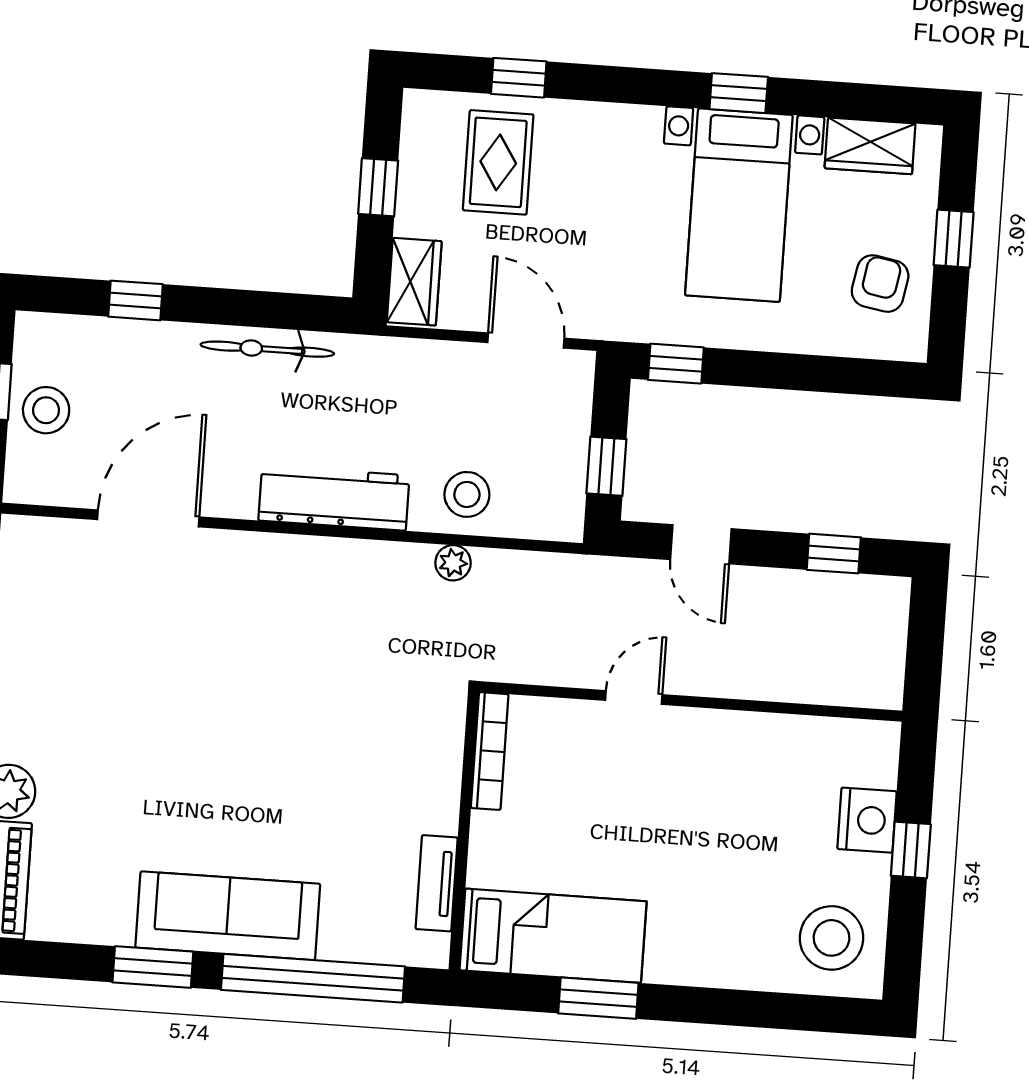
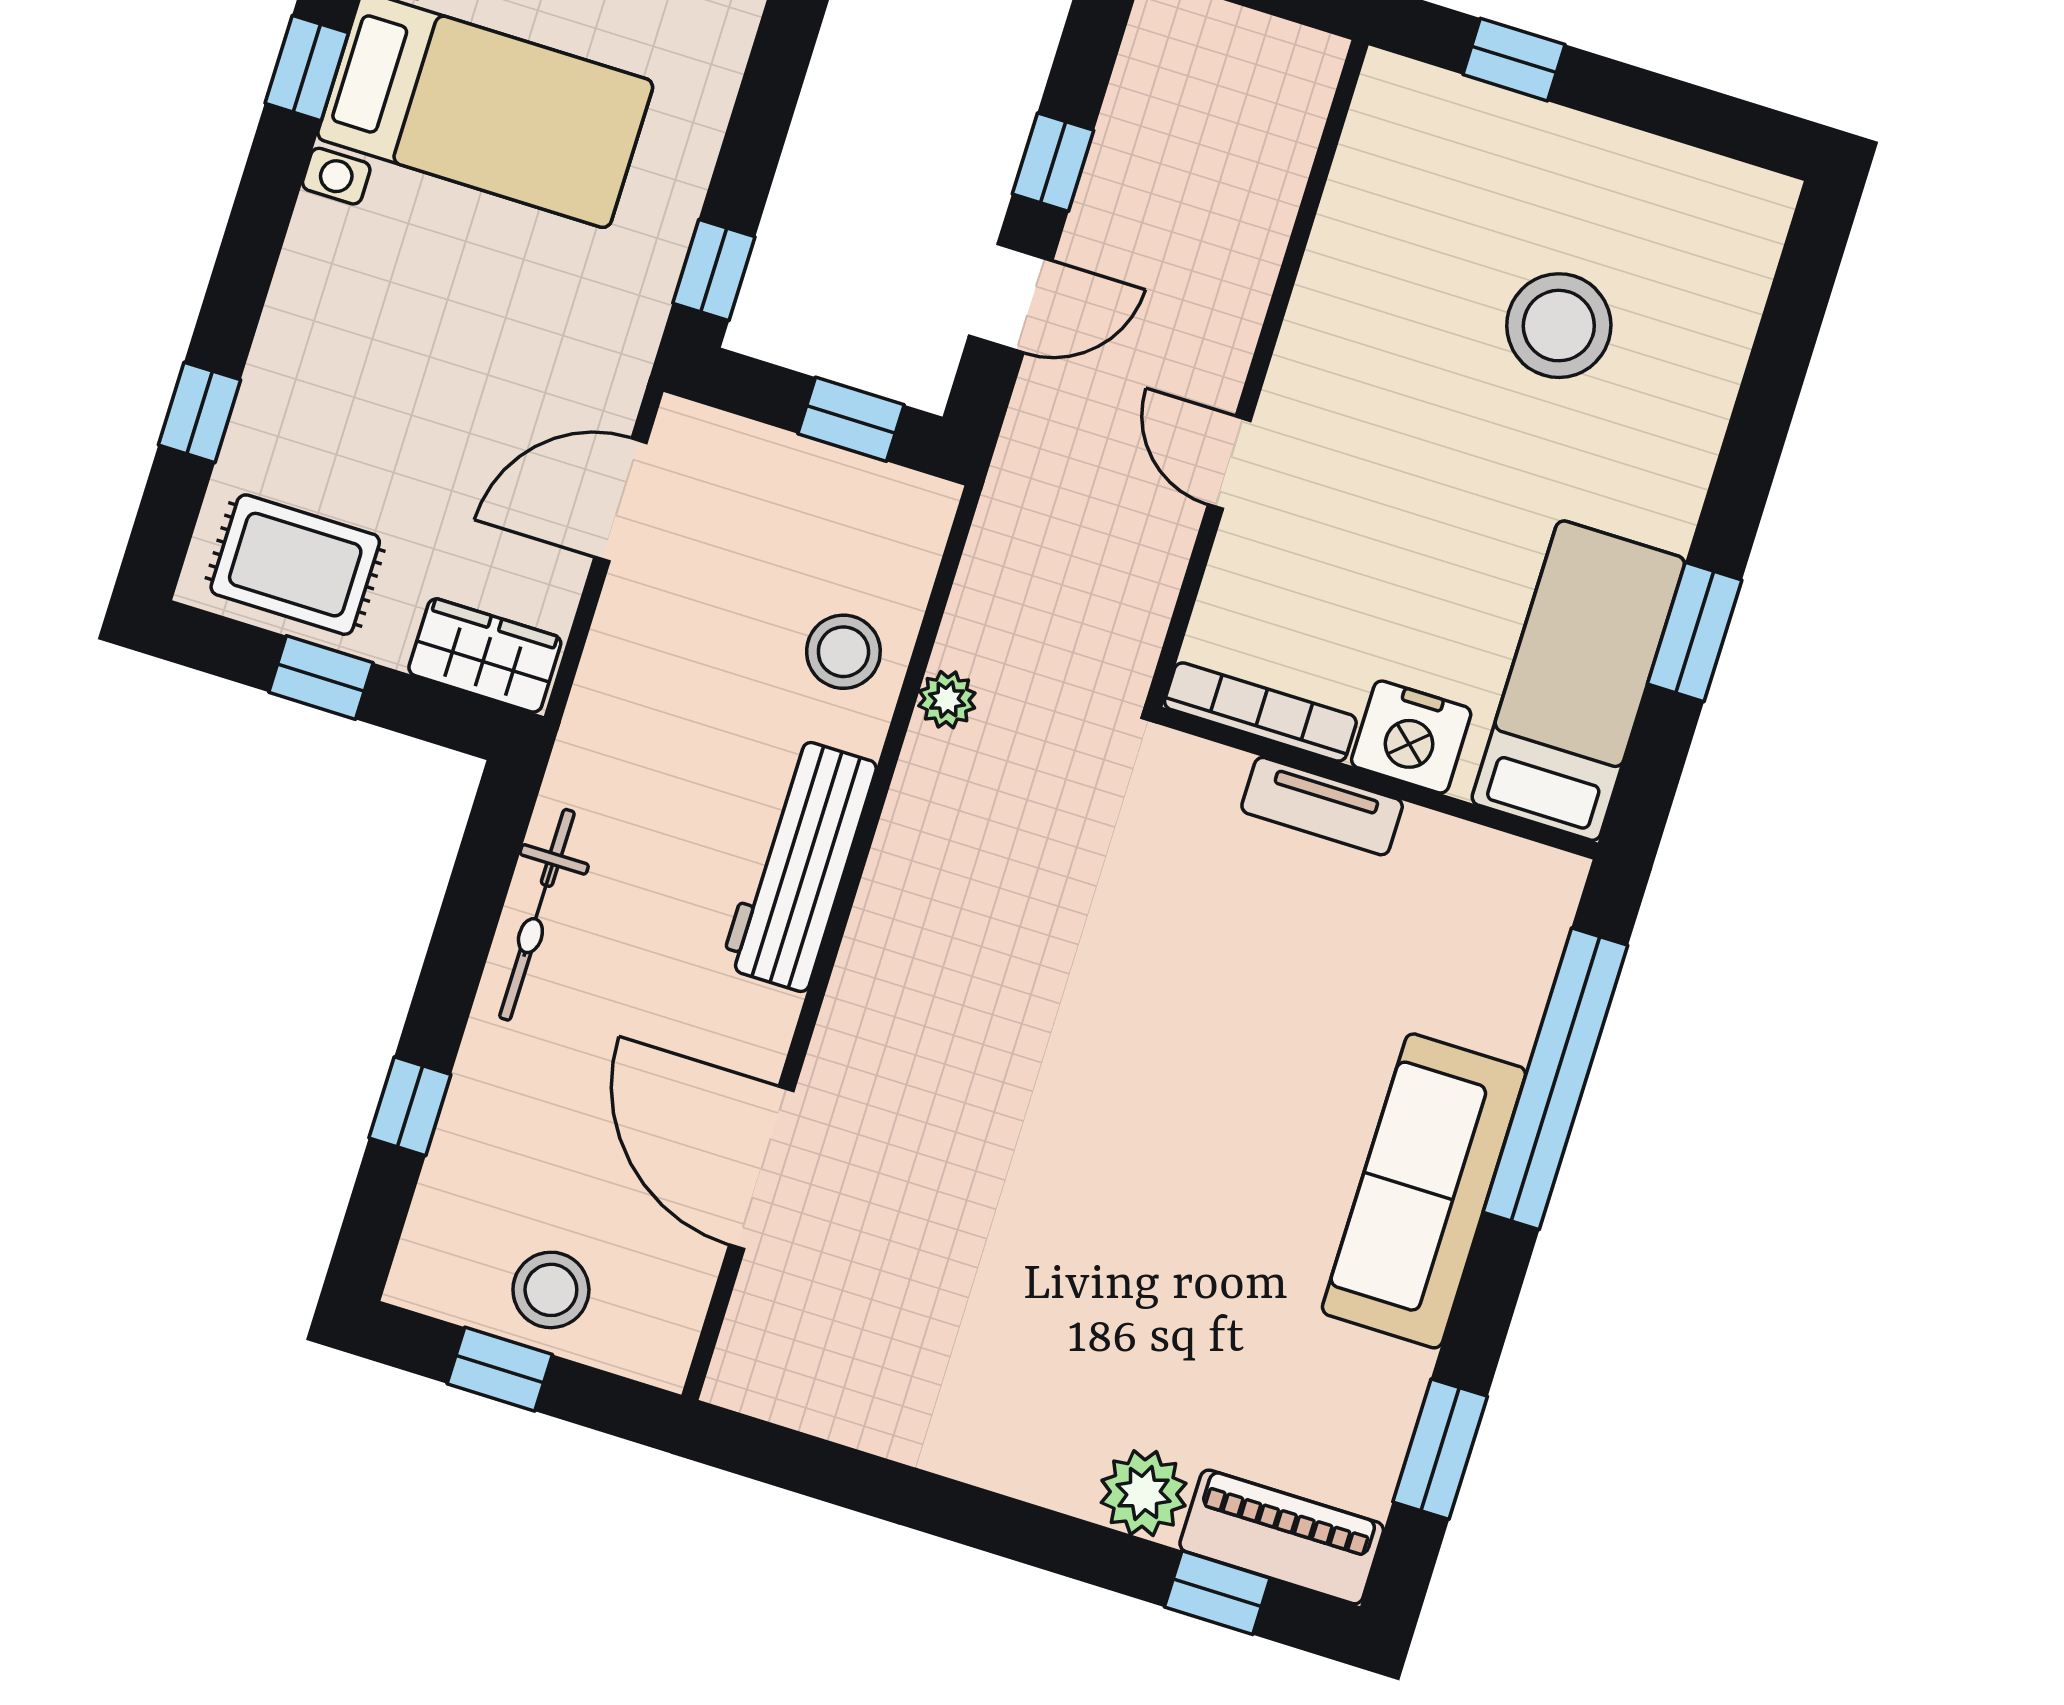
rug: (498, 162) -> (295, 565), moved
window: (834, 554) -> (1053, 162), moved
nightstand: (867, 820) -> (1411, 737), moved, turned 180
window: (911, 850) -> (1514, 60), moved
tv unit: (437, 883) -> (1322, 806), moved
stool: (831, 938) -> (1559, 326), moved
window: (153, 967) -> (1440, 1449), moved

